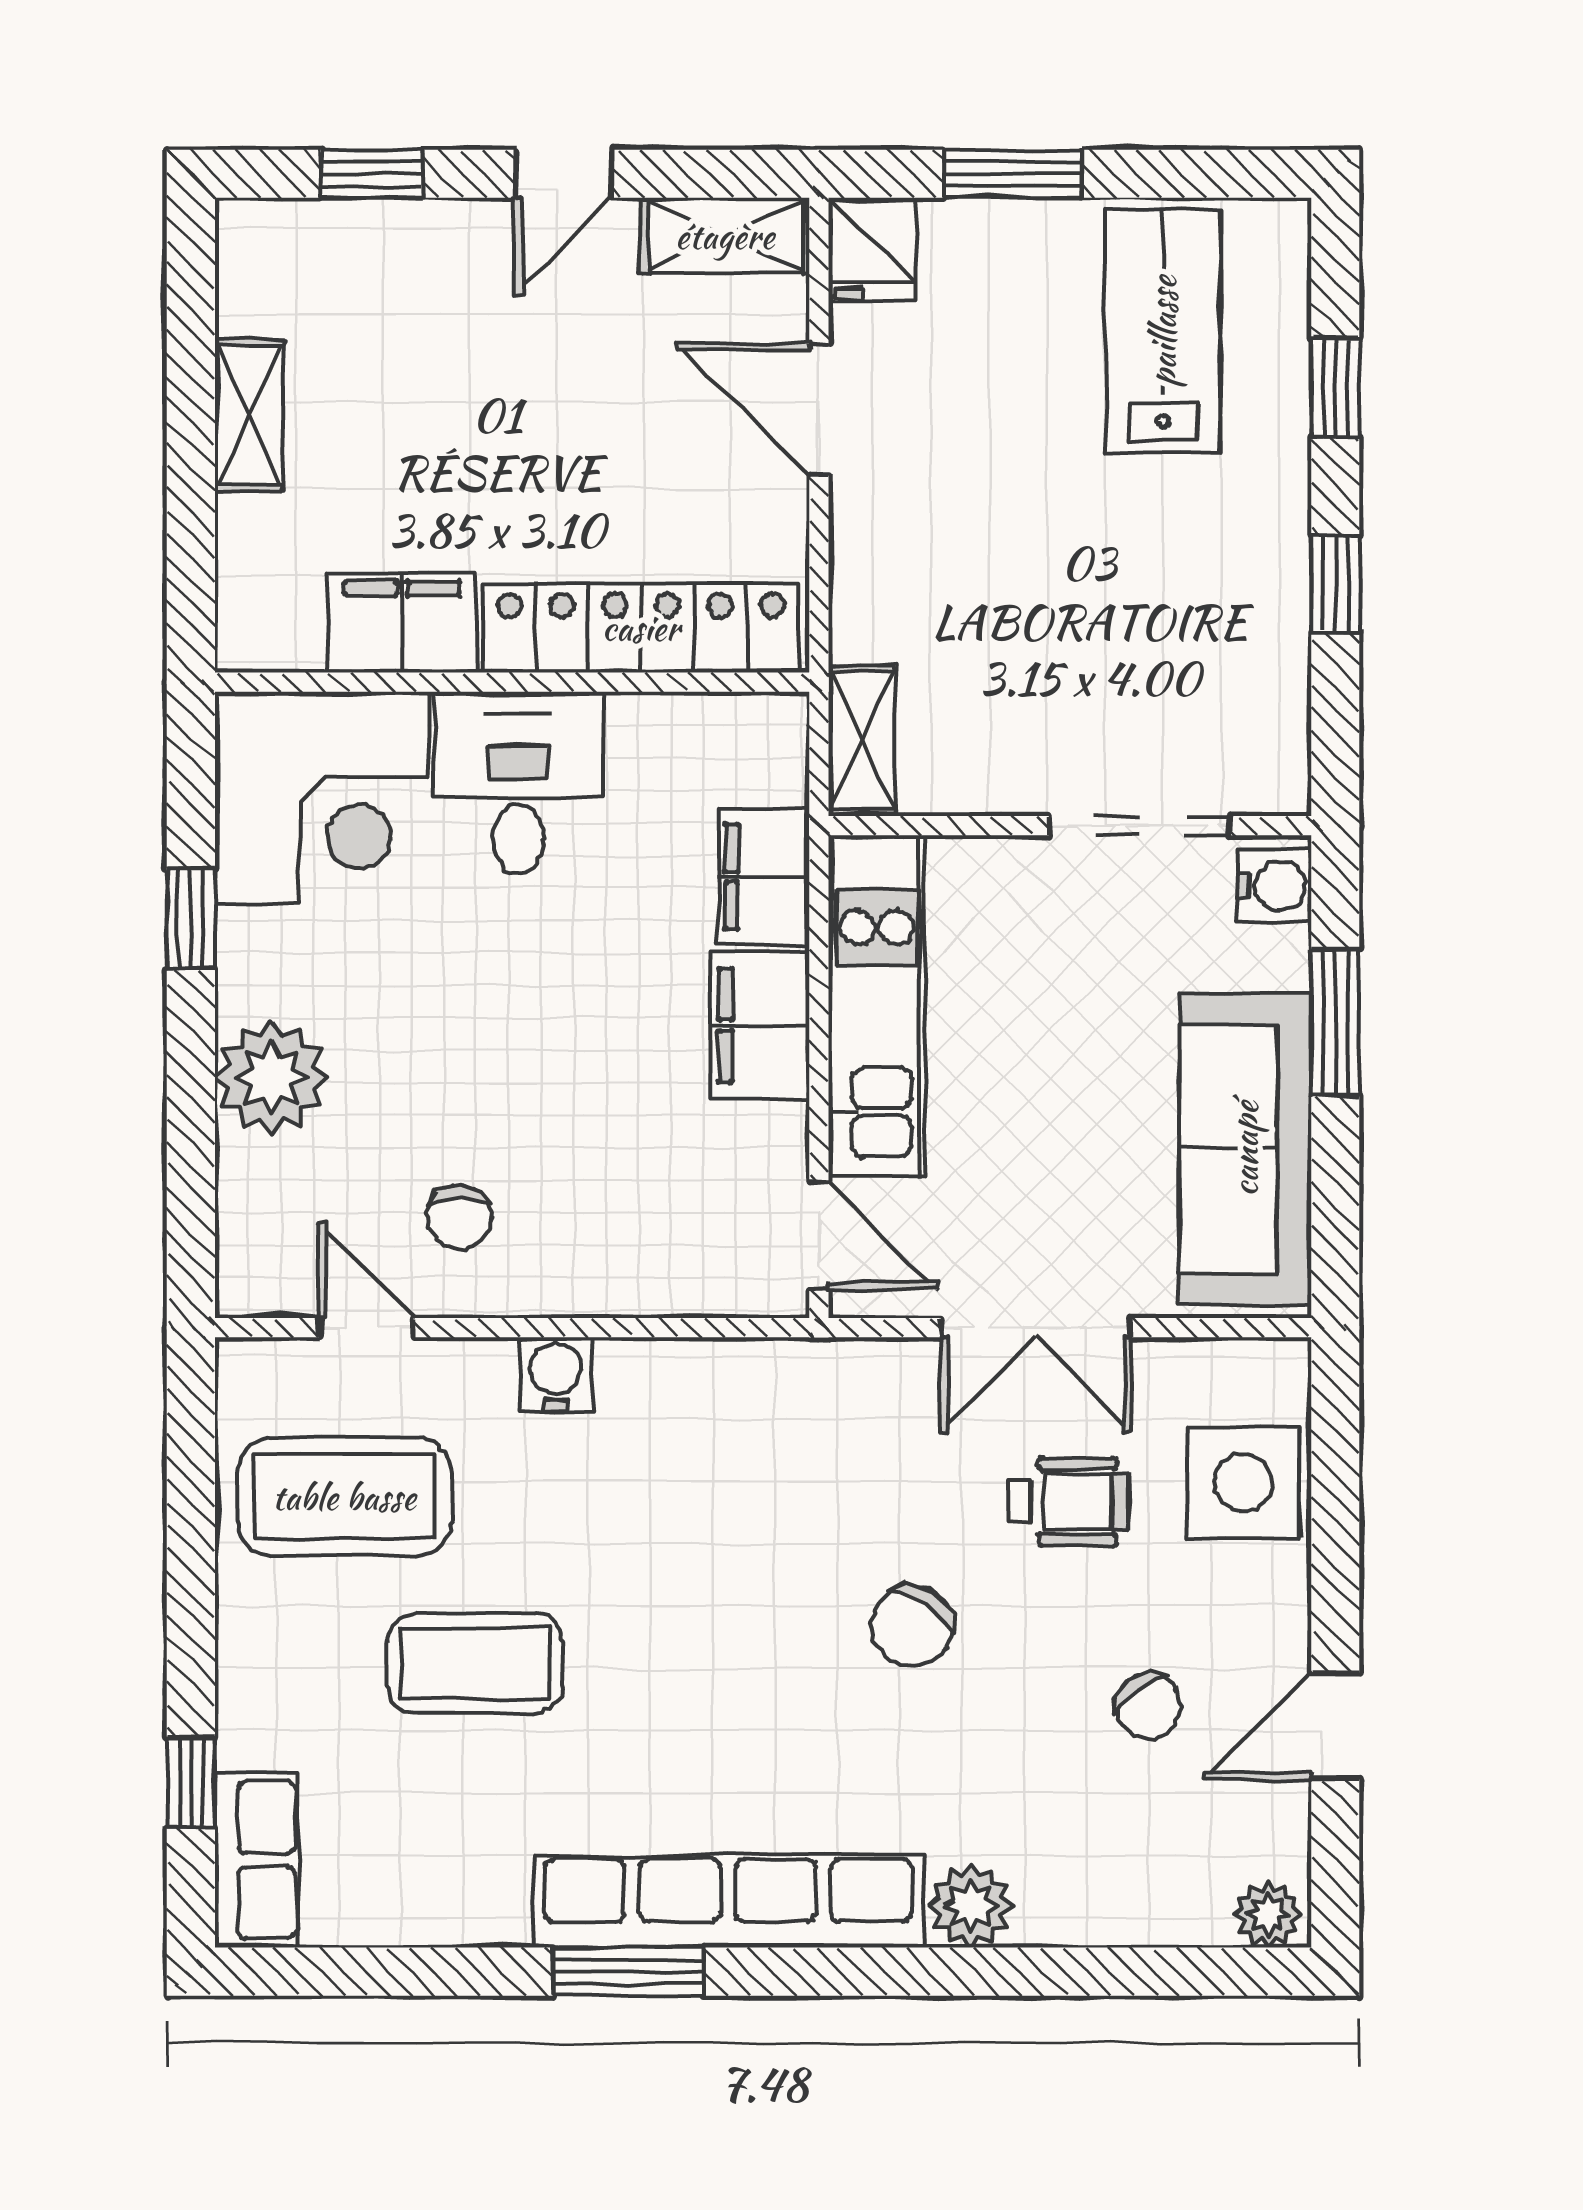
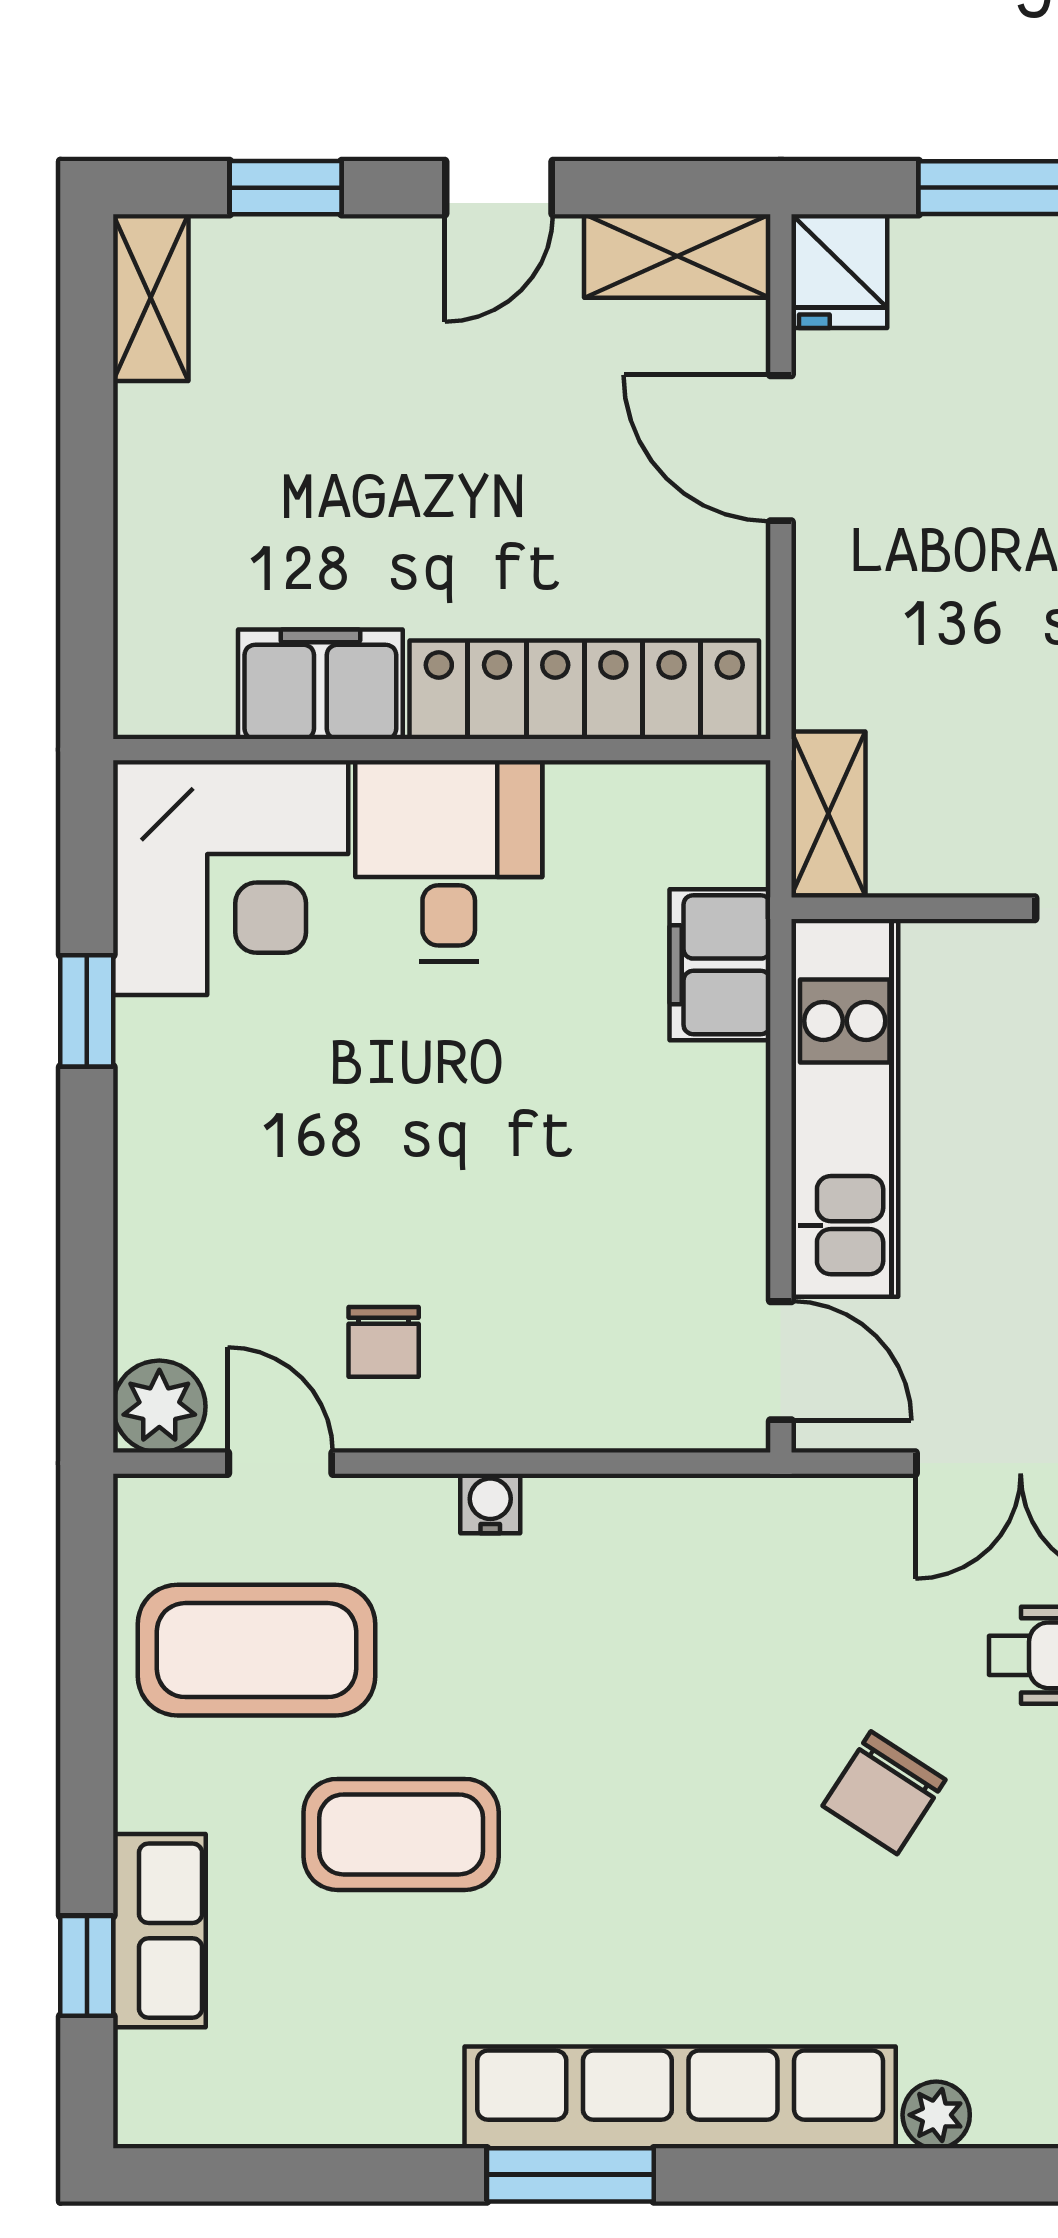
shelving: (249, 415) -> (151, 298), moved
filing cabinet: (760, 1025) -> (716, 1129), removed
plant: (272, 1077) -> (159, 1407), moved, width x0.73, depth x0.73
water cooler: (556, 1375) -> (490, 1504), width x0.72, depth x0.72
row of seats: (257, 1860) -> (159, 1931), moved
plant: (971, 1906) -> (936, 2115), width x0.73, depth x0.73

